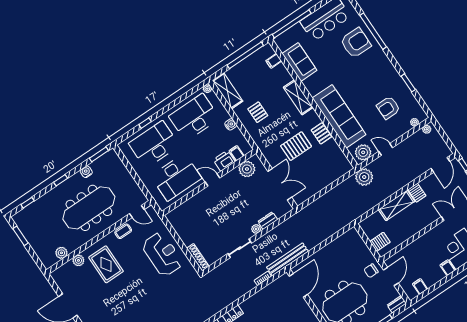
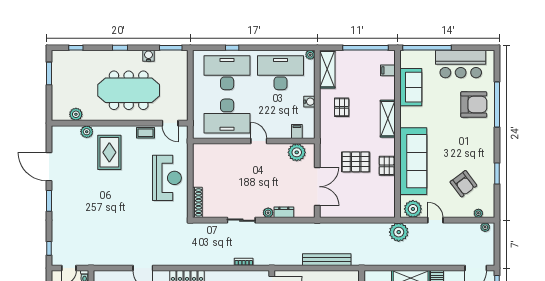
armchair: (388, 108) -> (463, 184), turned -127
printer: (224, 161) -> (281, 131), removed
bench: (287, 259) -> (327, 260), moved

